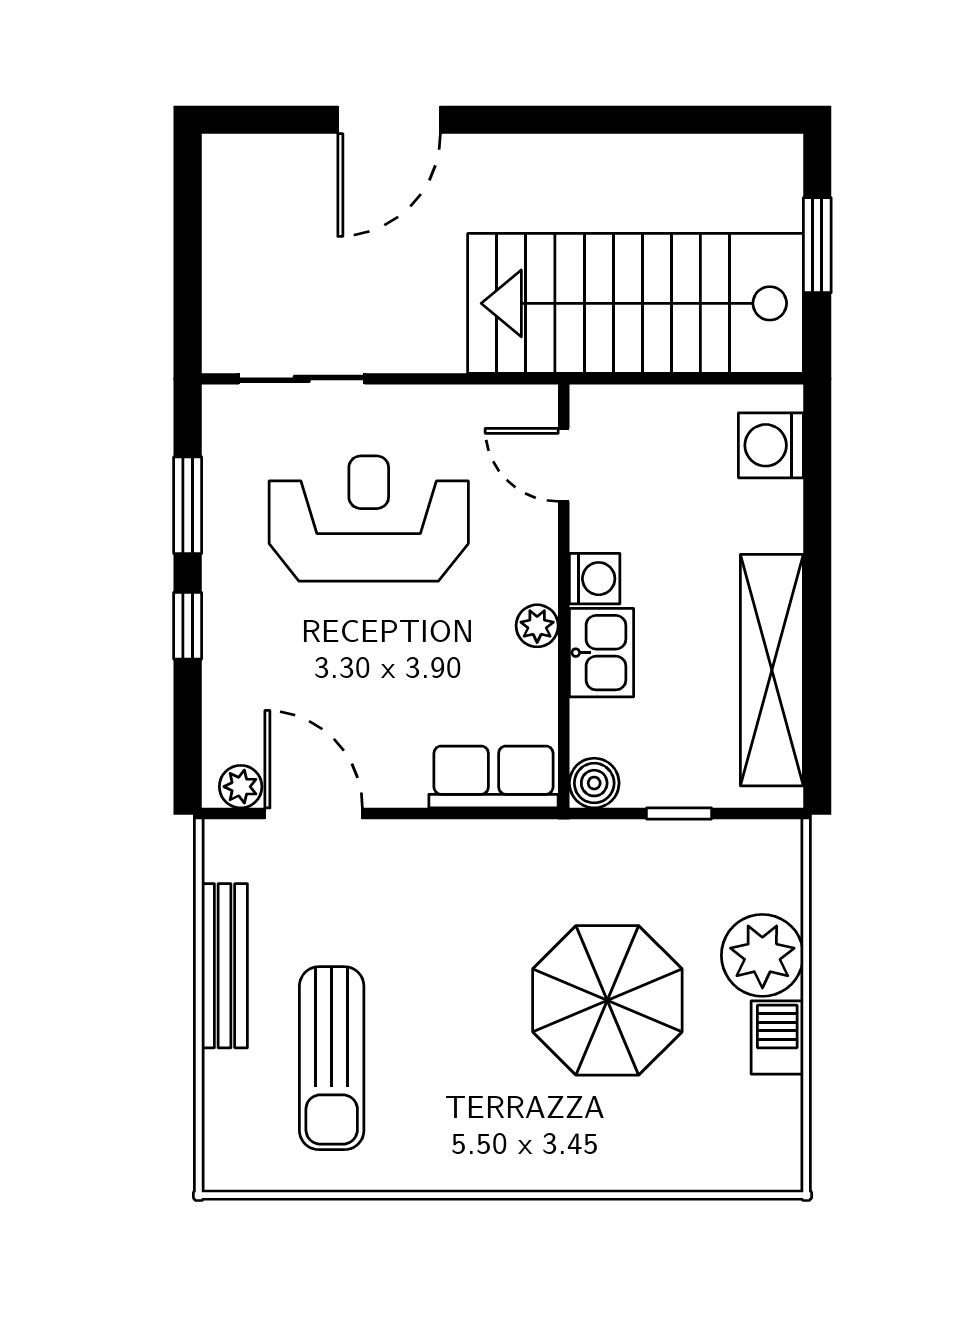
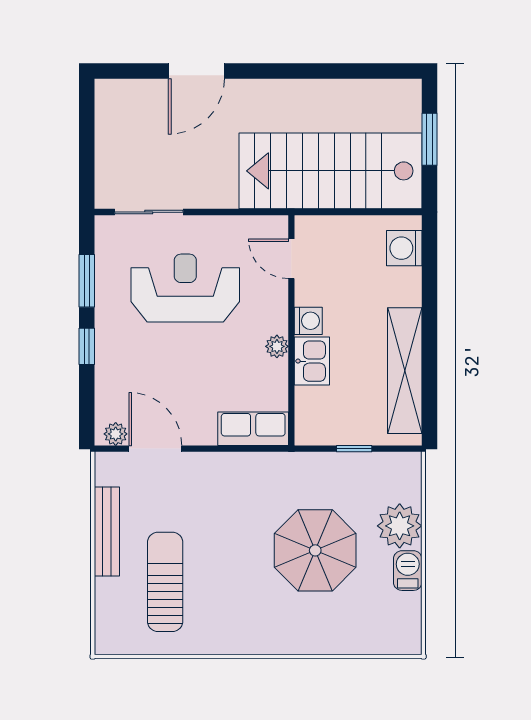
boiler: (594, 783) -> (308, 432), removed
sun lounger: (332, 1058) -> (165, 582), turned 180

